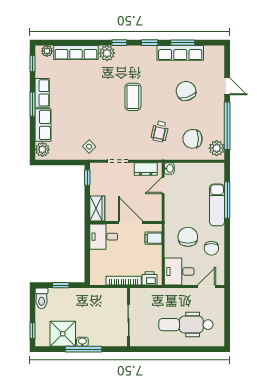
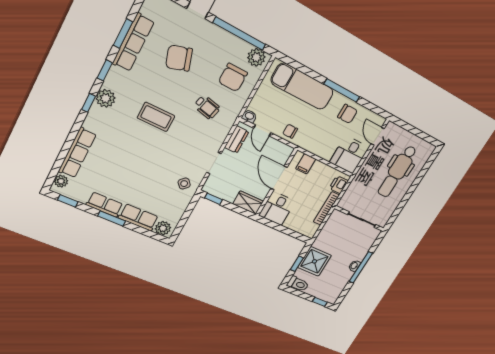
plant: (107, 53) -> (106, 98), moved
window: (227, 200) -> (342, 90), moved
exam couch: (217, 205) -> (302, 86), width x1.36, depth x1.45
door: (131, 223) -> (279, 178), hinge flipped
chair: (188, 237) -> (290, 131), moved, width x0.54, depth x0.54
shower: (63, 334) -> (314, 261), moved

